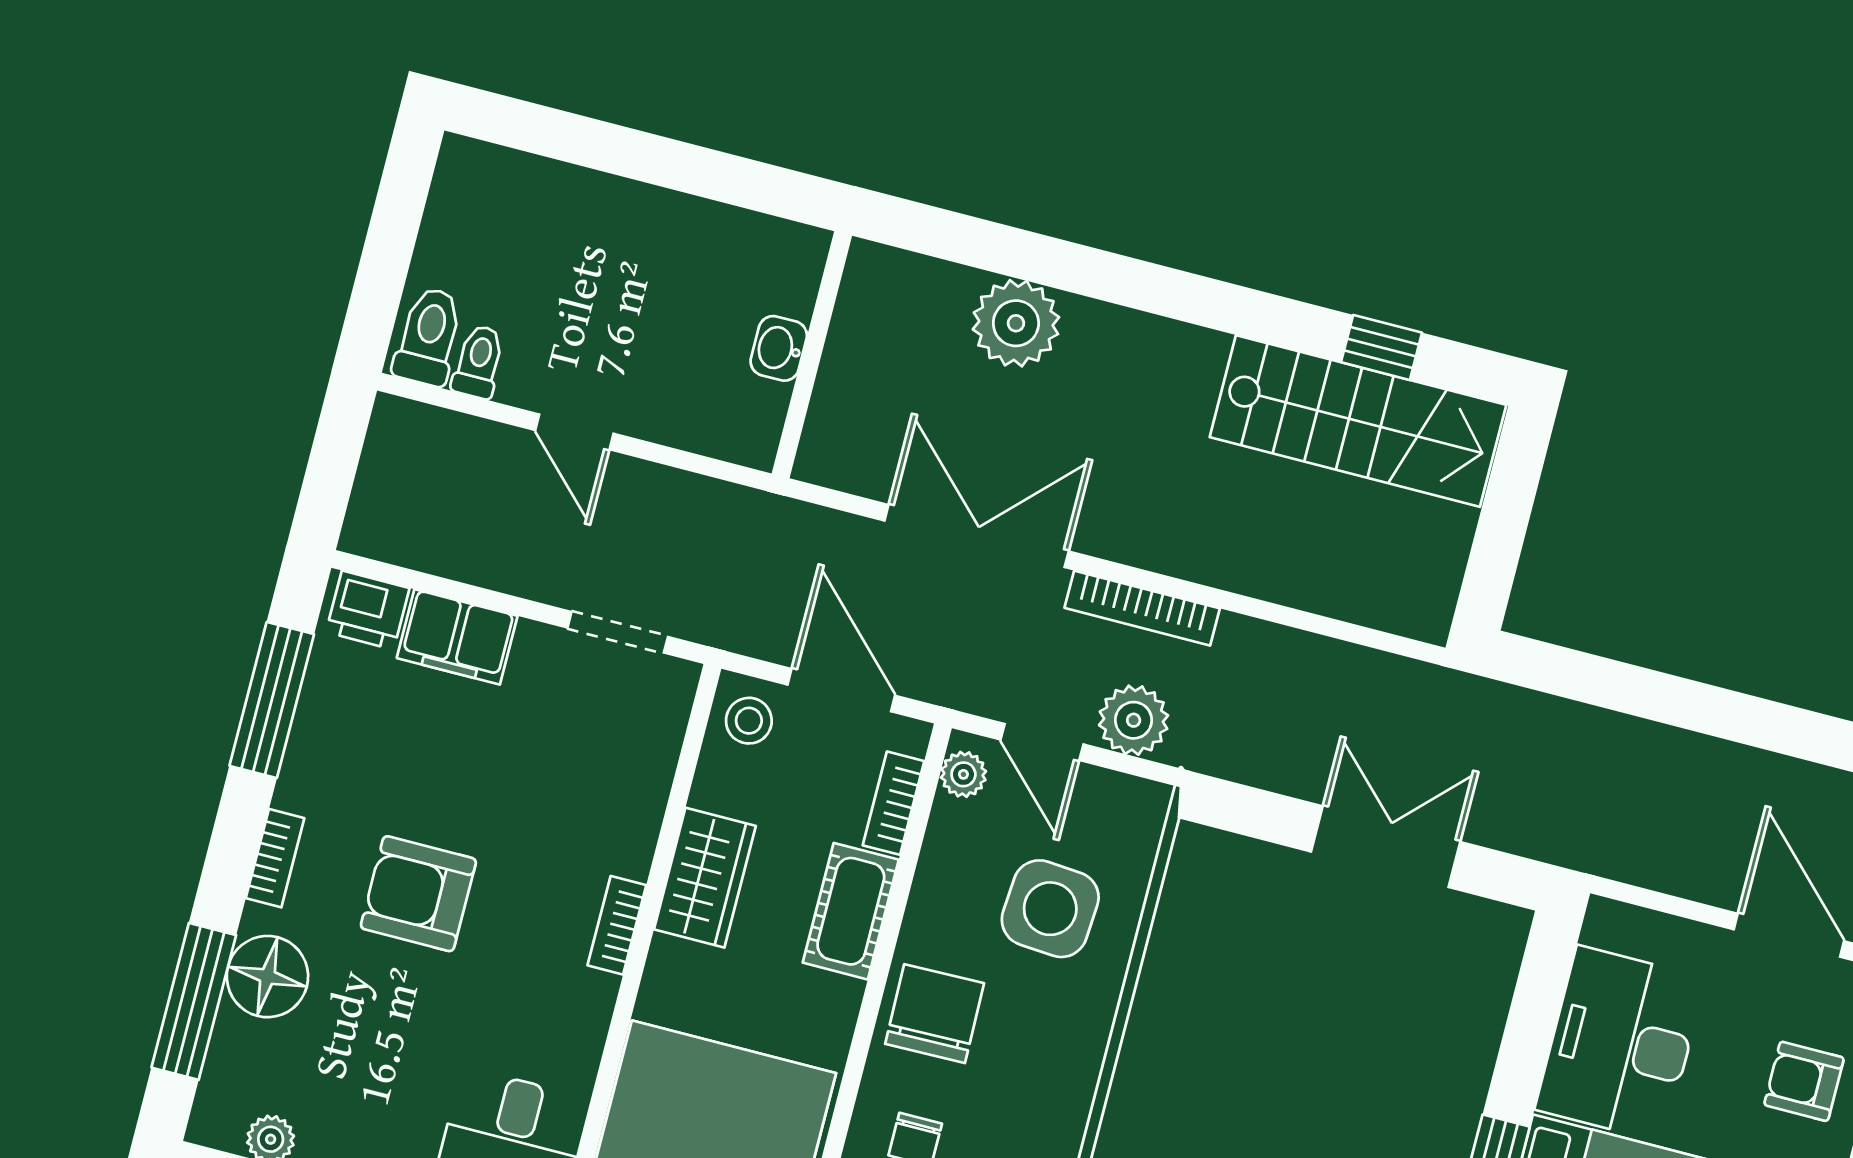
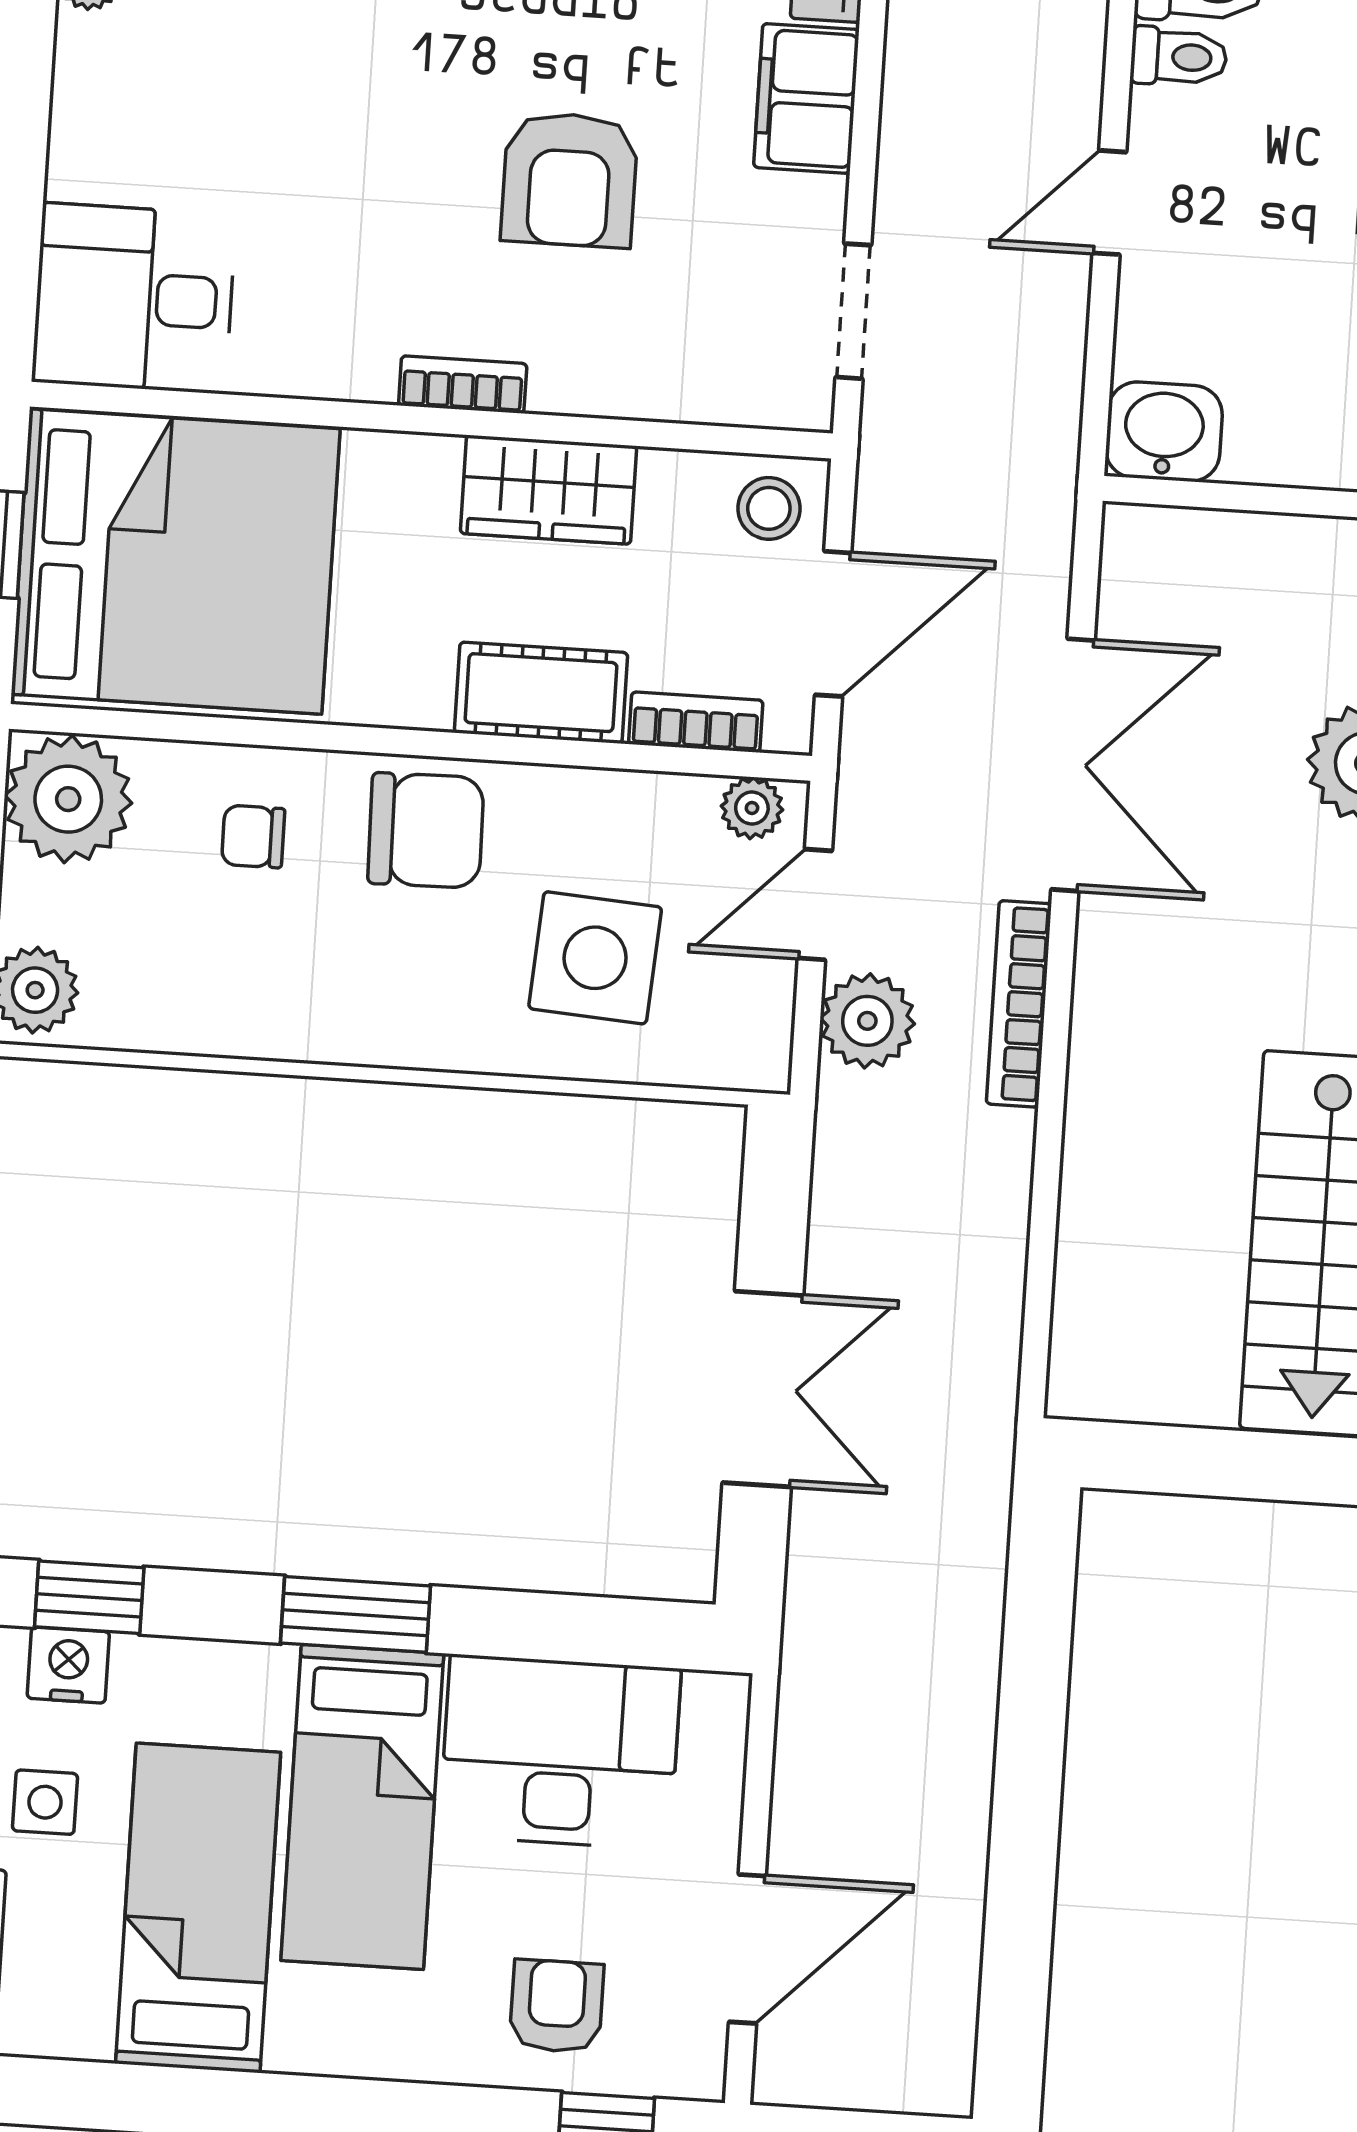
washbasin: (779, 348) -> (1164, 432), moved, width x1.38, depth x1.45
armchair: (418, 894) -> (569, 180), moved, turned 180

